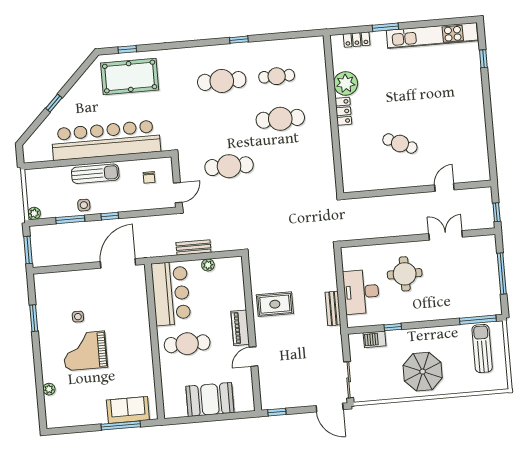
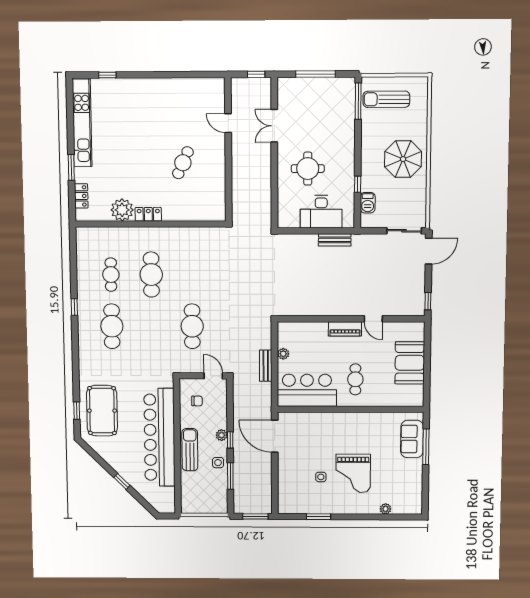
plant: (34, 213) -> (222, 435), moved
rug: (275, 304) -> (326, 294), removed
cafe table: (187, 344) -> (355, 379), width x0.73, depth x0.74

